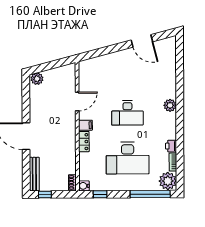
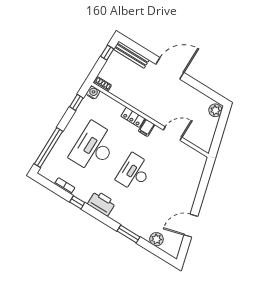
window: (180, 87) -> (128, 234), added
door: (77, 101) -> (173, 134), swing flipped
plant: (170, 105) -> (156, 239), moved
window: (180, 144) -> (77, 202), added
printer: (171, 146) -> (102, 203), moved, width x1.87, depth x1.48
plant: (168, 181) -> (51, 171), removed

